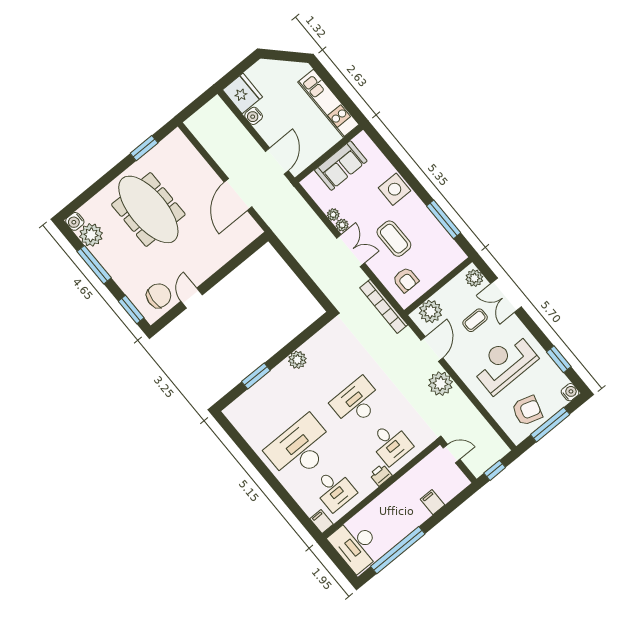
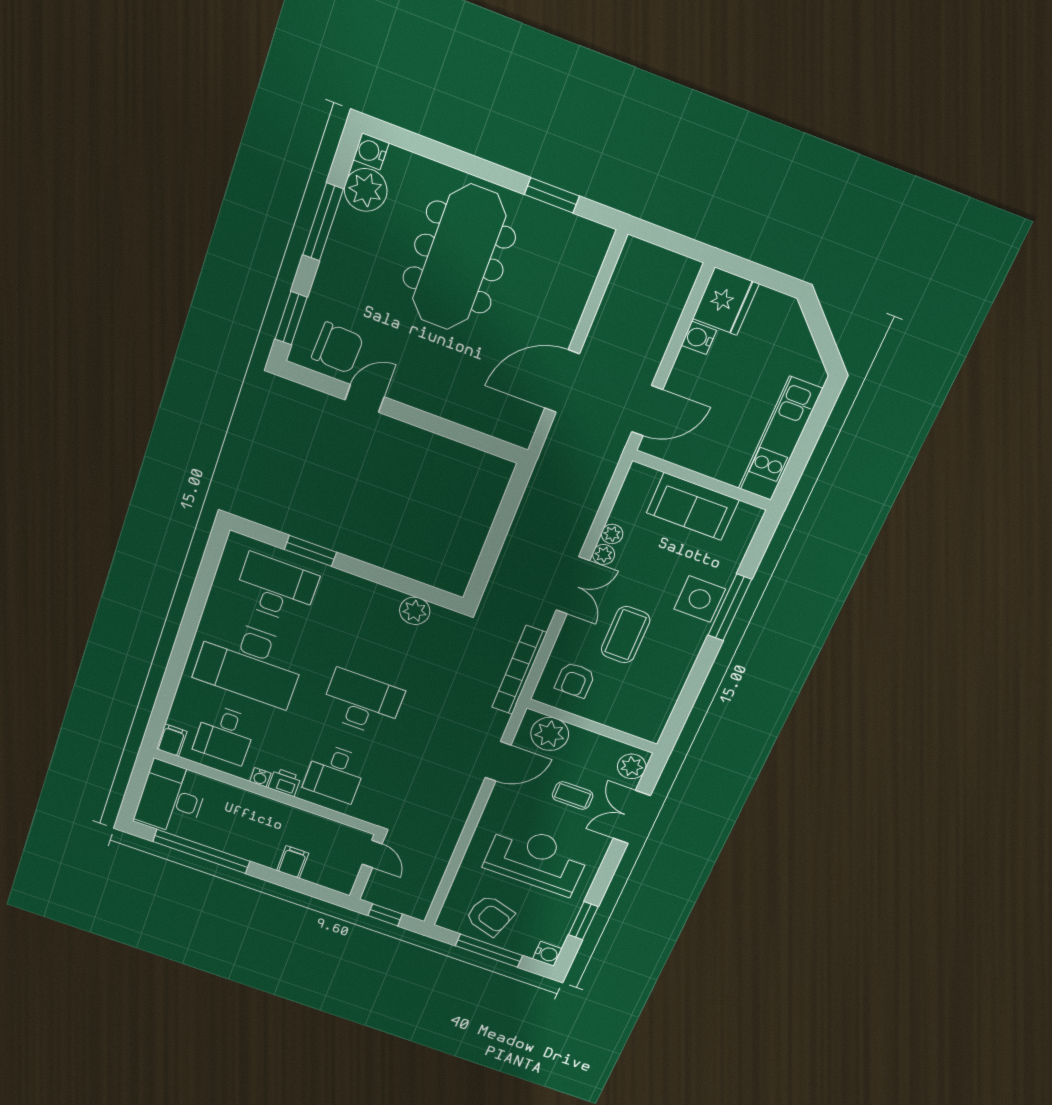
window: (444, 219) -> (730, 607), moved
plant: (297, 360) -> (415, 611), moved
plant: (440, 384) -> (457, 795), removed
desk: (266, 407) -> (276, 589), added
desk: (300, 448) -> (250, 663), turned 180
water cooler: (370, 487) -> (260, 777), added

